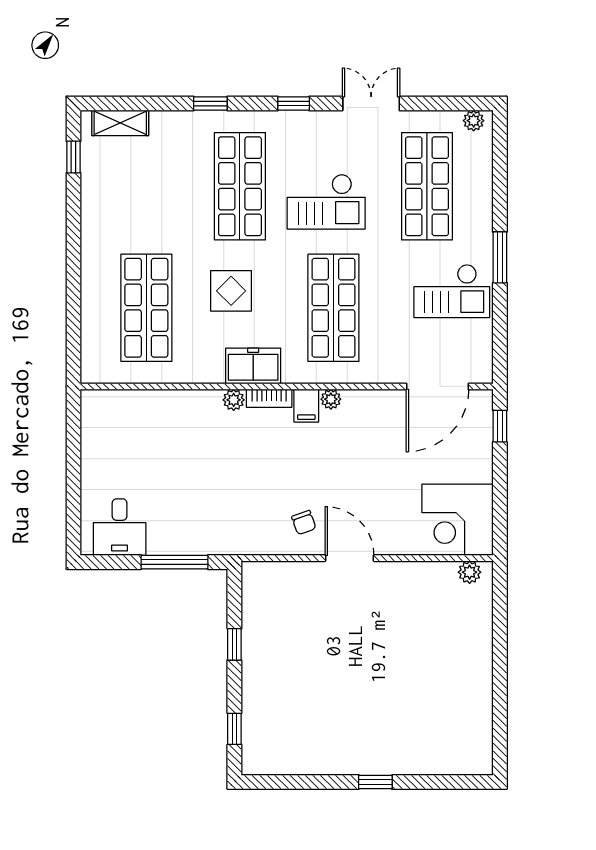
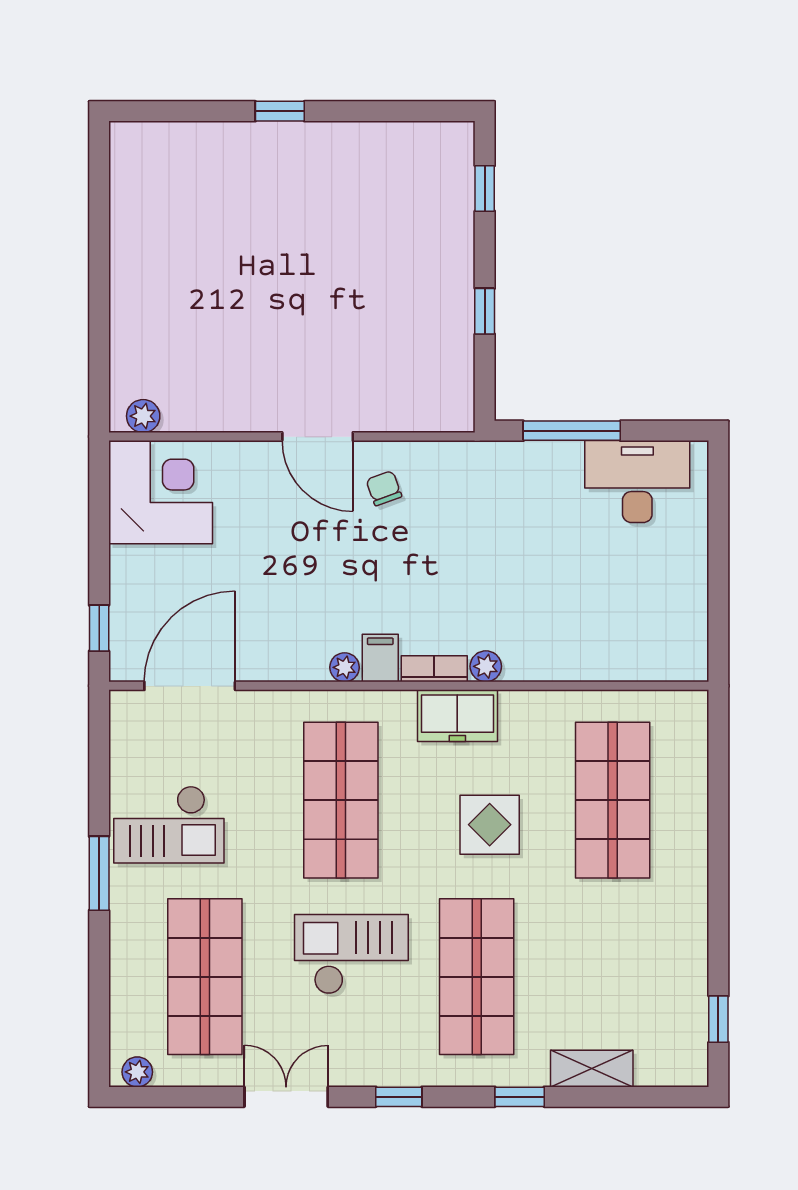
double door: (371, 104) -> (286, 1097), swing flipped
shelving: (120, 123) -> (592, 1069), moved
checkout: (452, 291) -> (169, 825), turned 180
desk: (120, 527) -> (637, 482), width x1.37

